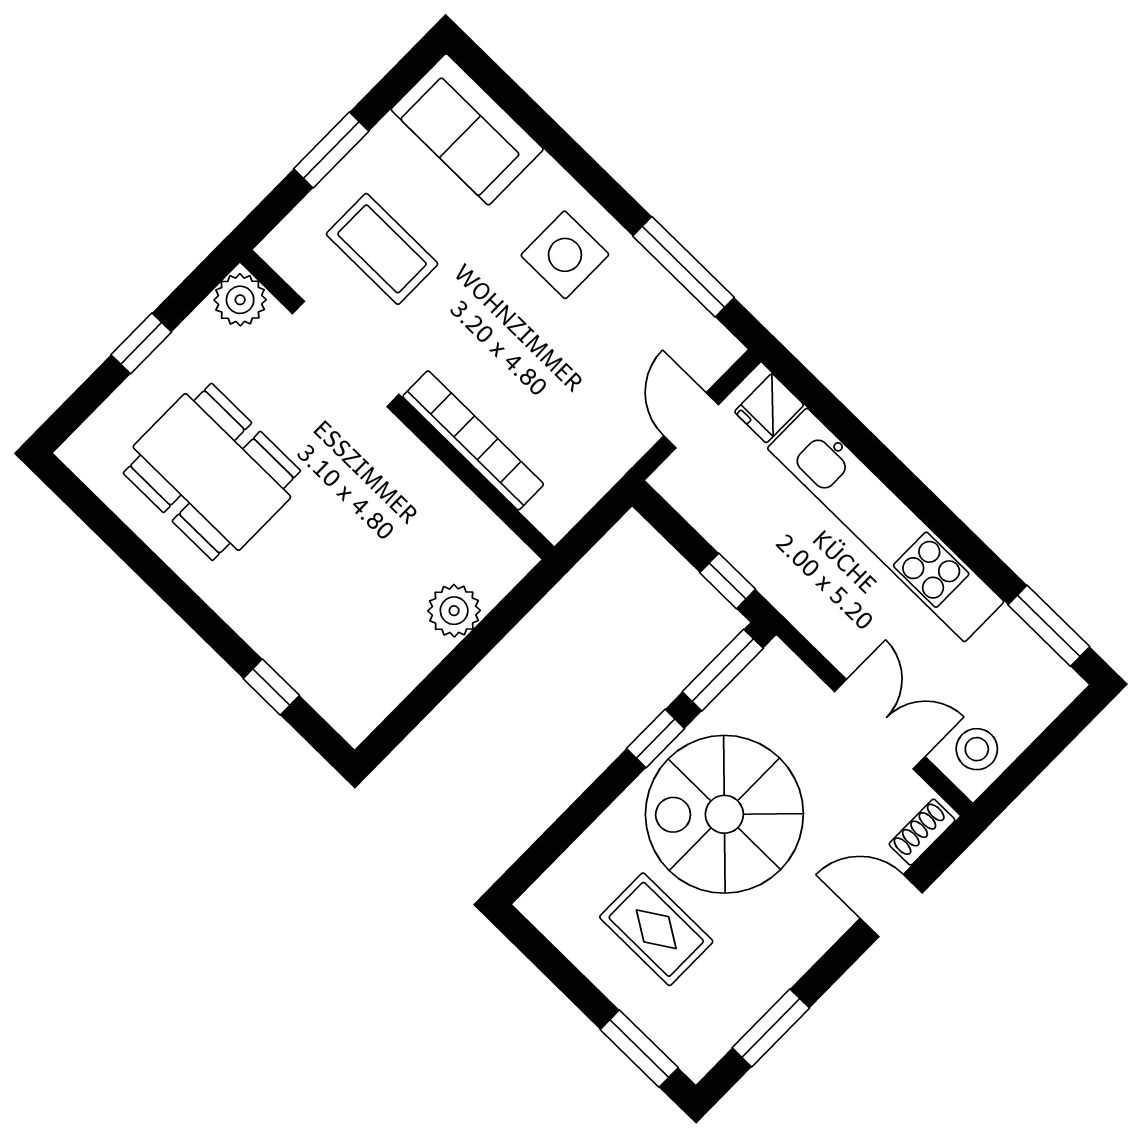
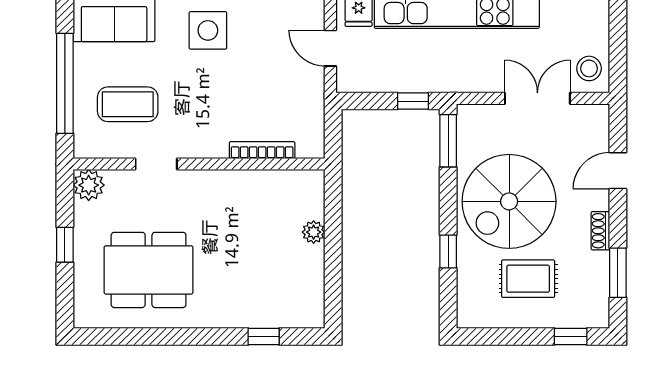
window: (331, 150) -> (65, 83), width x2.11
doorway: (346, 354) -> (156, 164), width x0.53
bookcase: (473, 440) -> (262, 150), width x0.68, depth x0.76
plant: (454, 611) -> (314, 232), width x0.73, depth x0.73
window: (656, 738) -> (448, 251), moved
shoe rack: (922, 832) -> (600, 231), moved
window: (639, 1049) -> (571, 336), width x0.67

